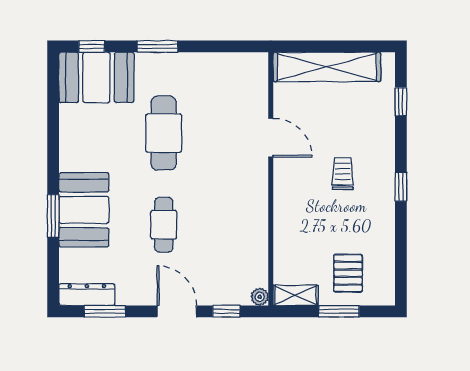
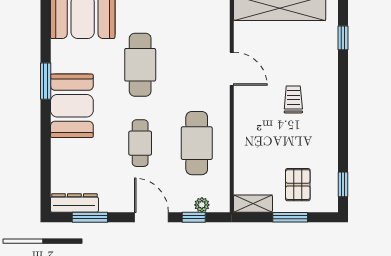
window: (401, 187) -> (343, 184), moved
booth: (84, 210) -> (72, 106), moved
window: (53, 216) -> (46, 81), moved
cafe table: (230, 225) -> (197, 143), added
plant: (260, 297) -> (202, 205), moved

